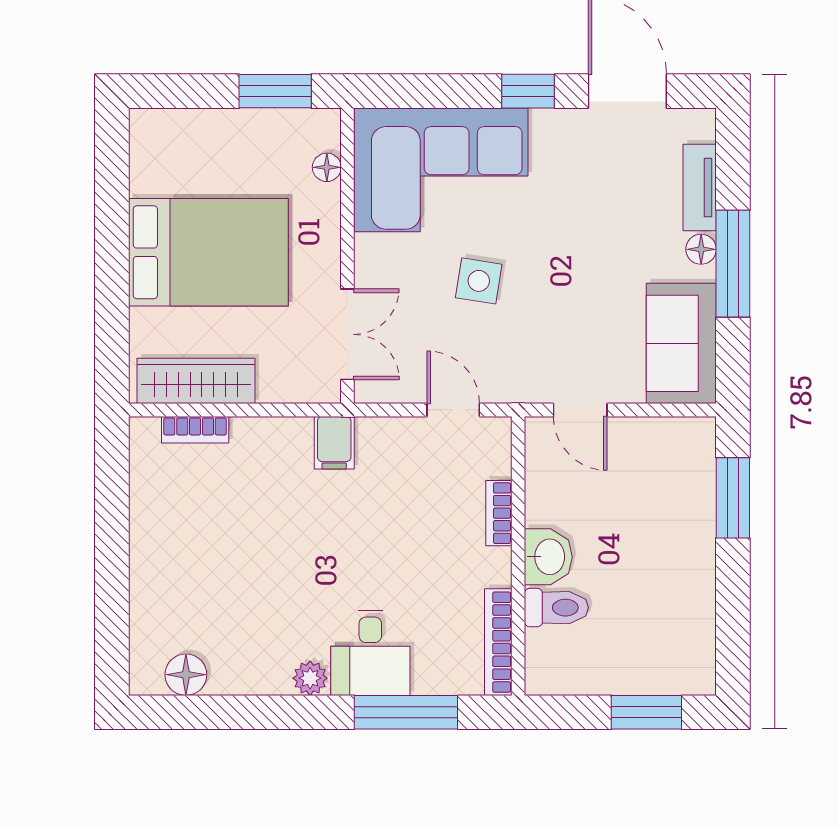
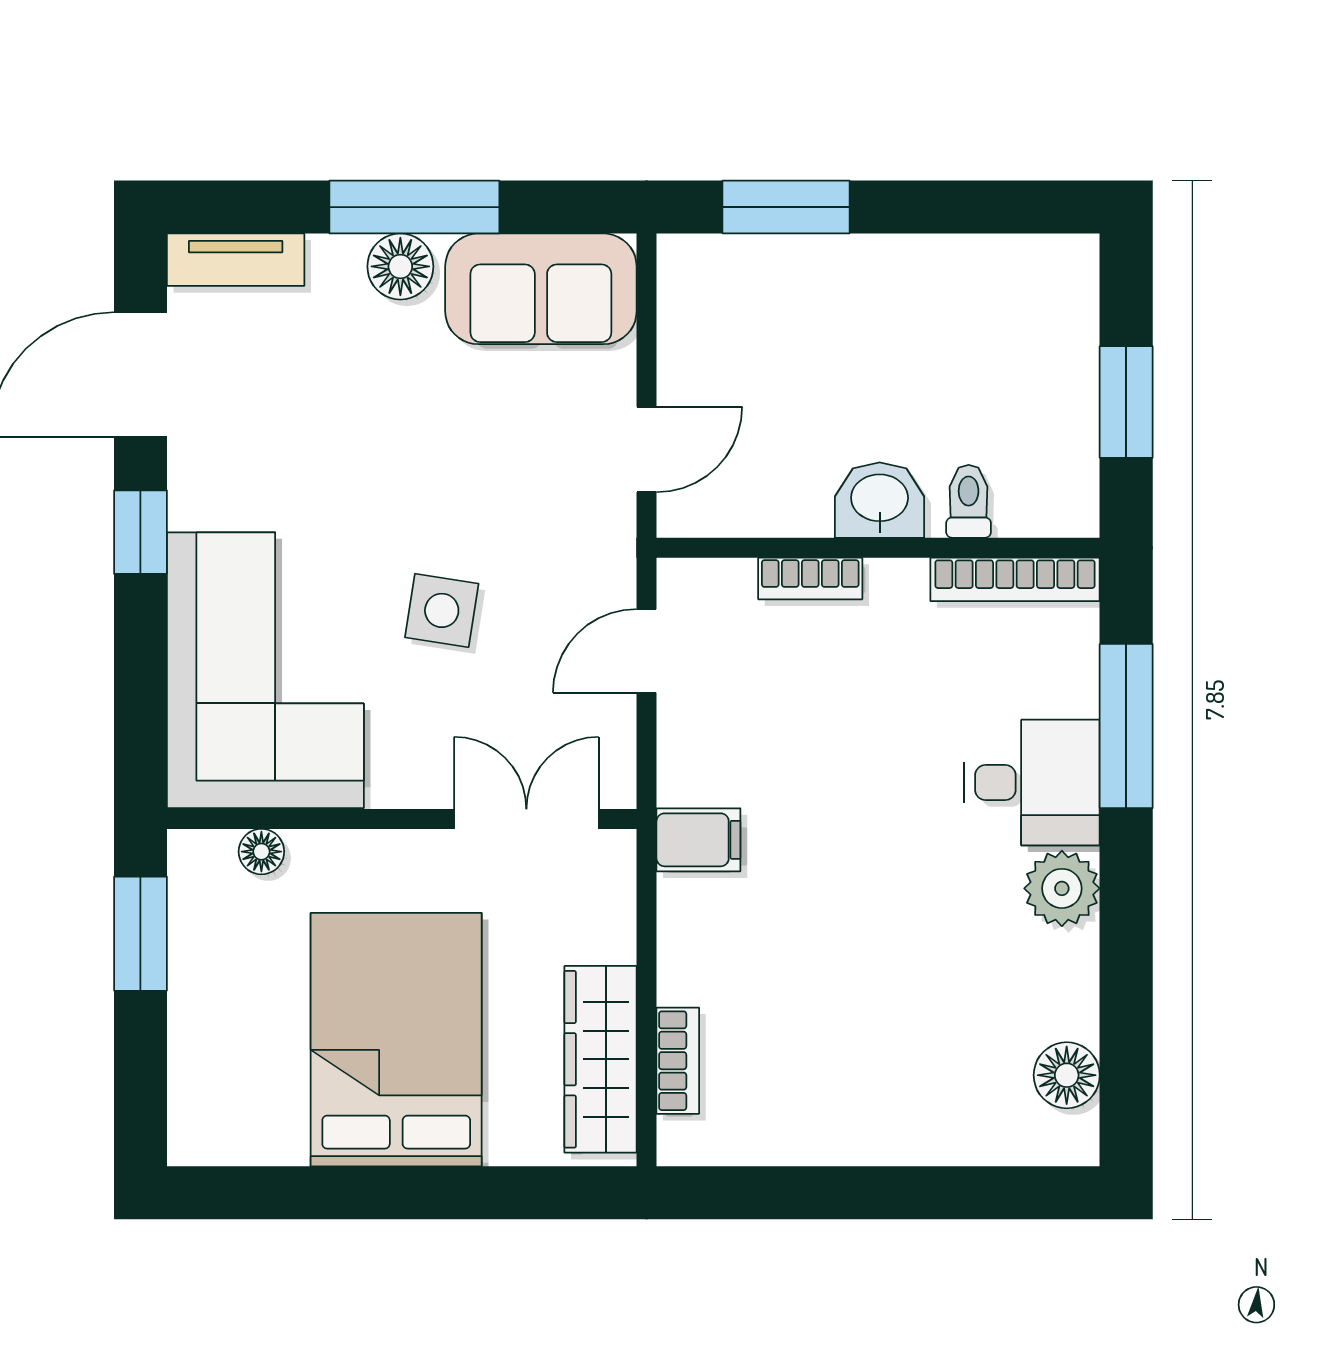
tv unit: (700, 187) -> (236, 260), moved
floor lamp: (701, 249) -> (400, 266), width x1.37, depth x1.37
toilet: (556, 608) -> (969, 501), width x0.73, depth x0.72
plant: (310, 678) -> (1062, 888), width x1.38, depth x1.38
window: (646, 712) -> (1126, 402), moved

